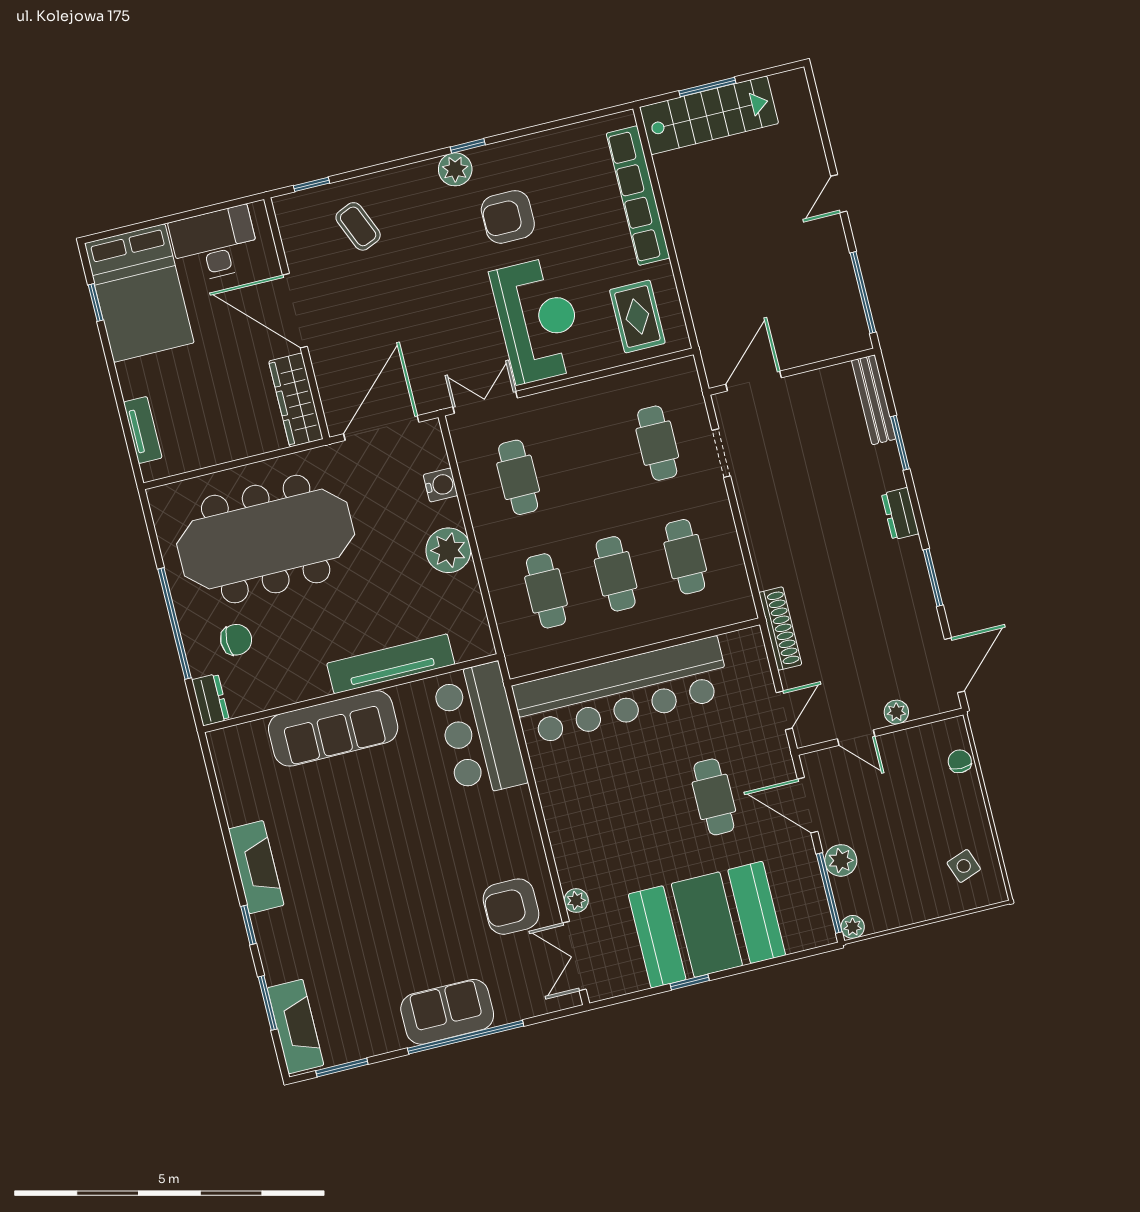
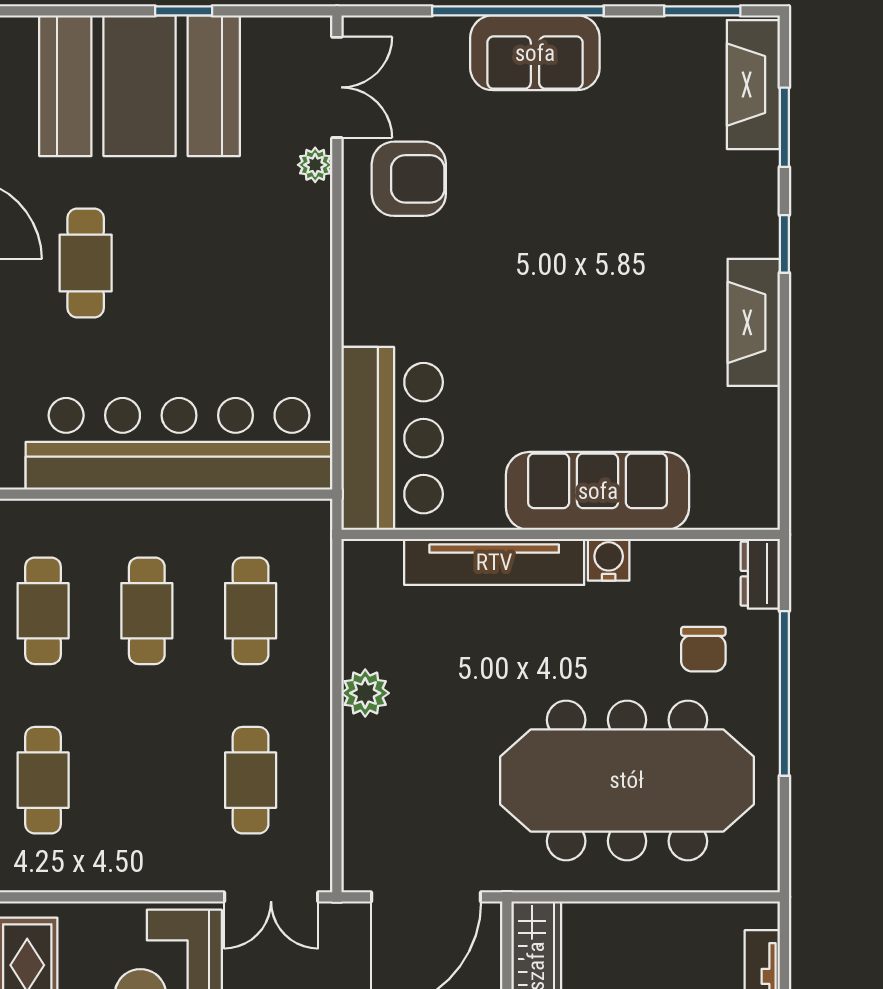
water cooler: (441, 485) -> (609, 560), moved, turned 90
plant: (448, 550) -> (365, 693), width x0.73, depth x0.73
chair: (236, 640) -> (703, 649), turned -90

